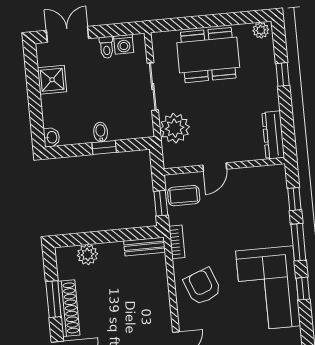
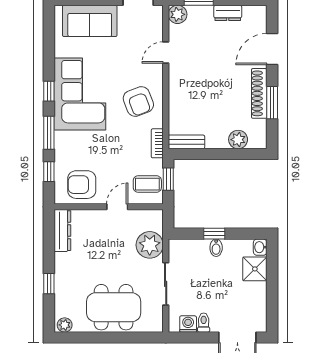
shower: (52, 80) -> (255, 269), moved
armchair: (257, 188) -> (82, 185), added

